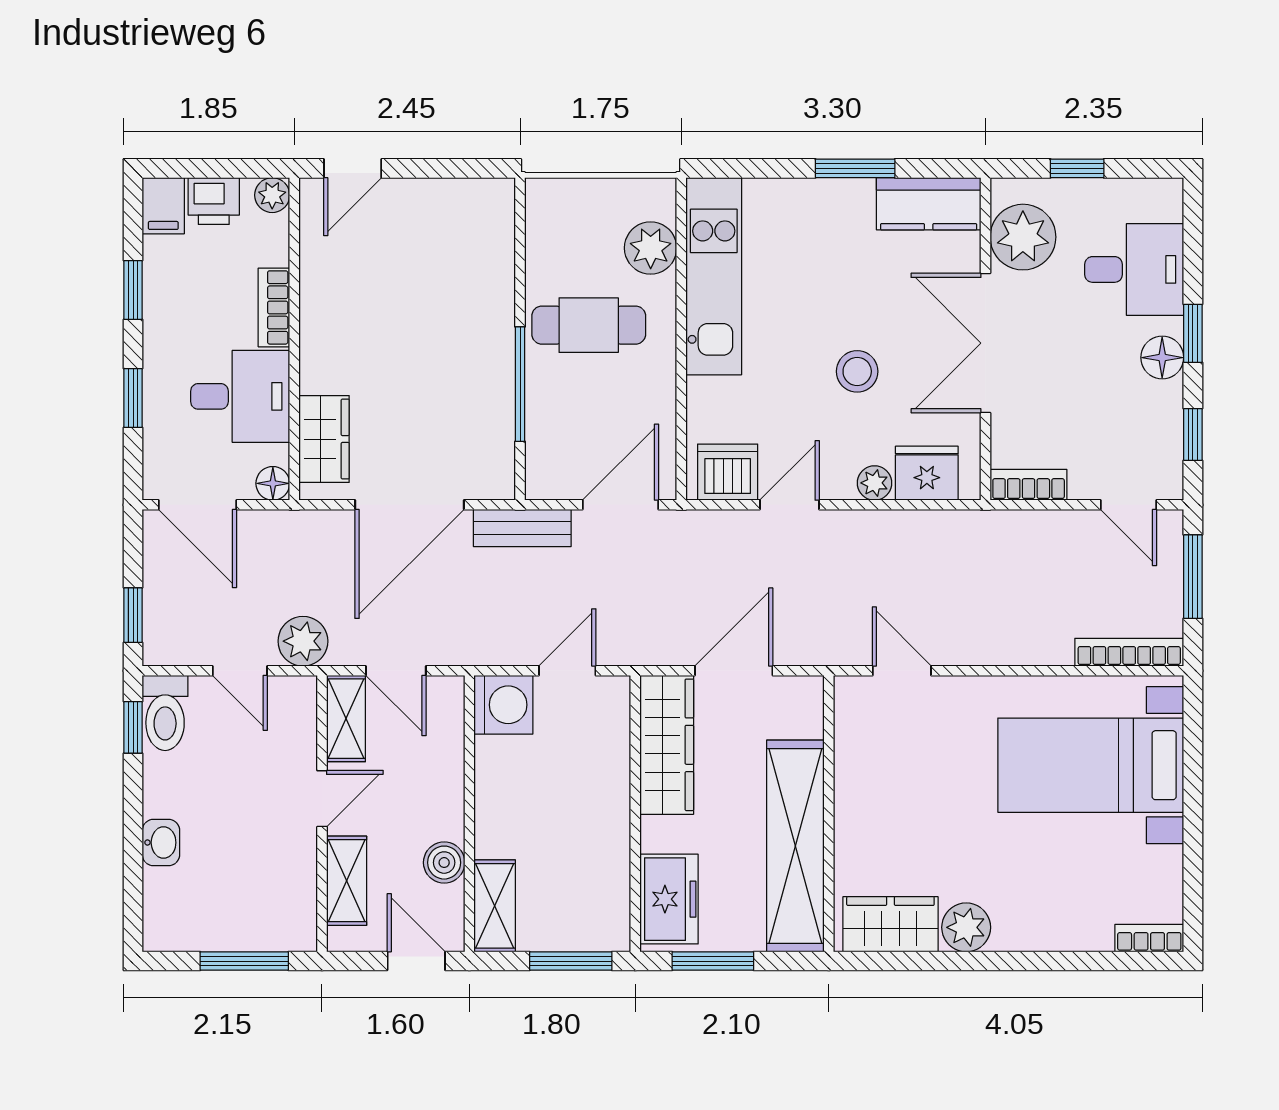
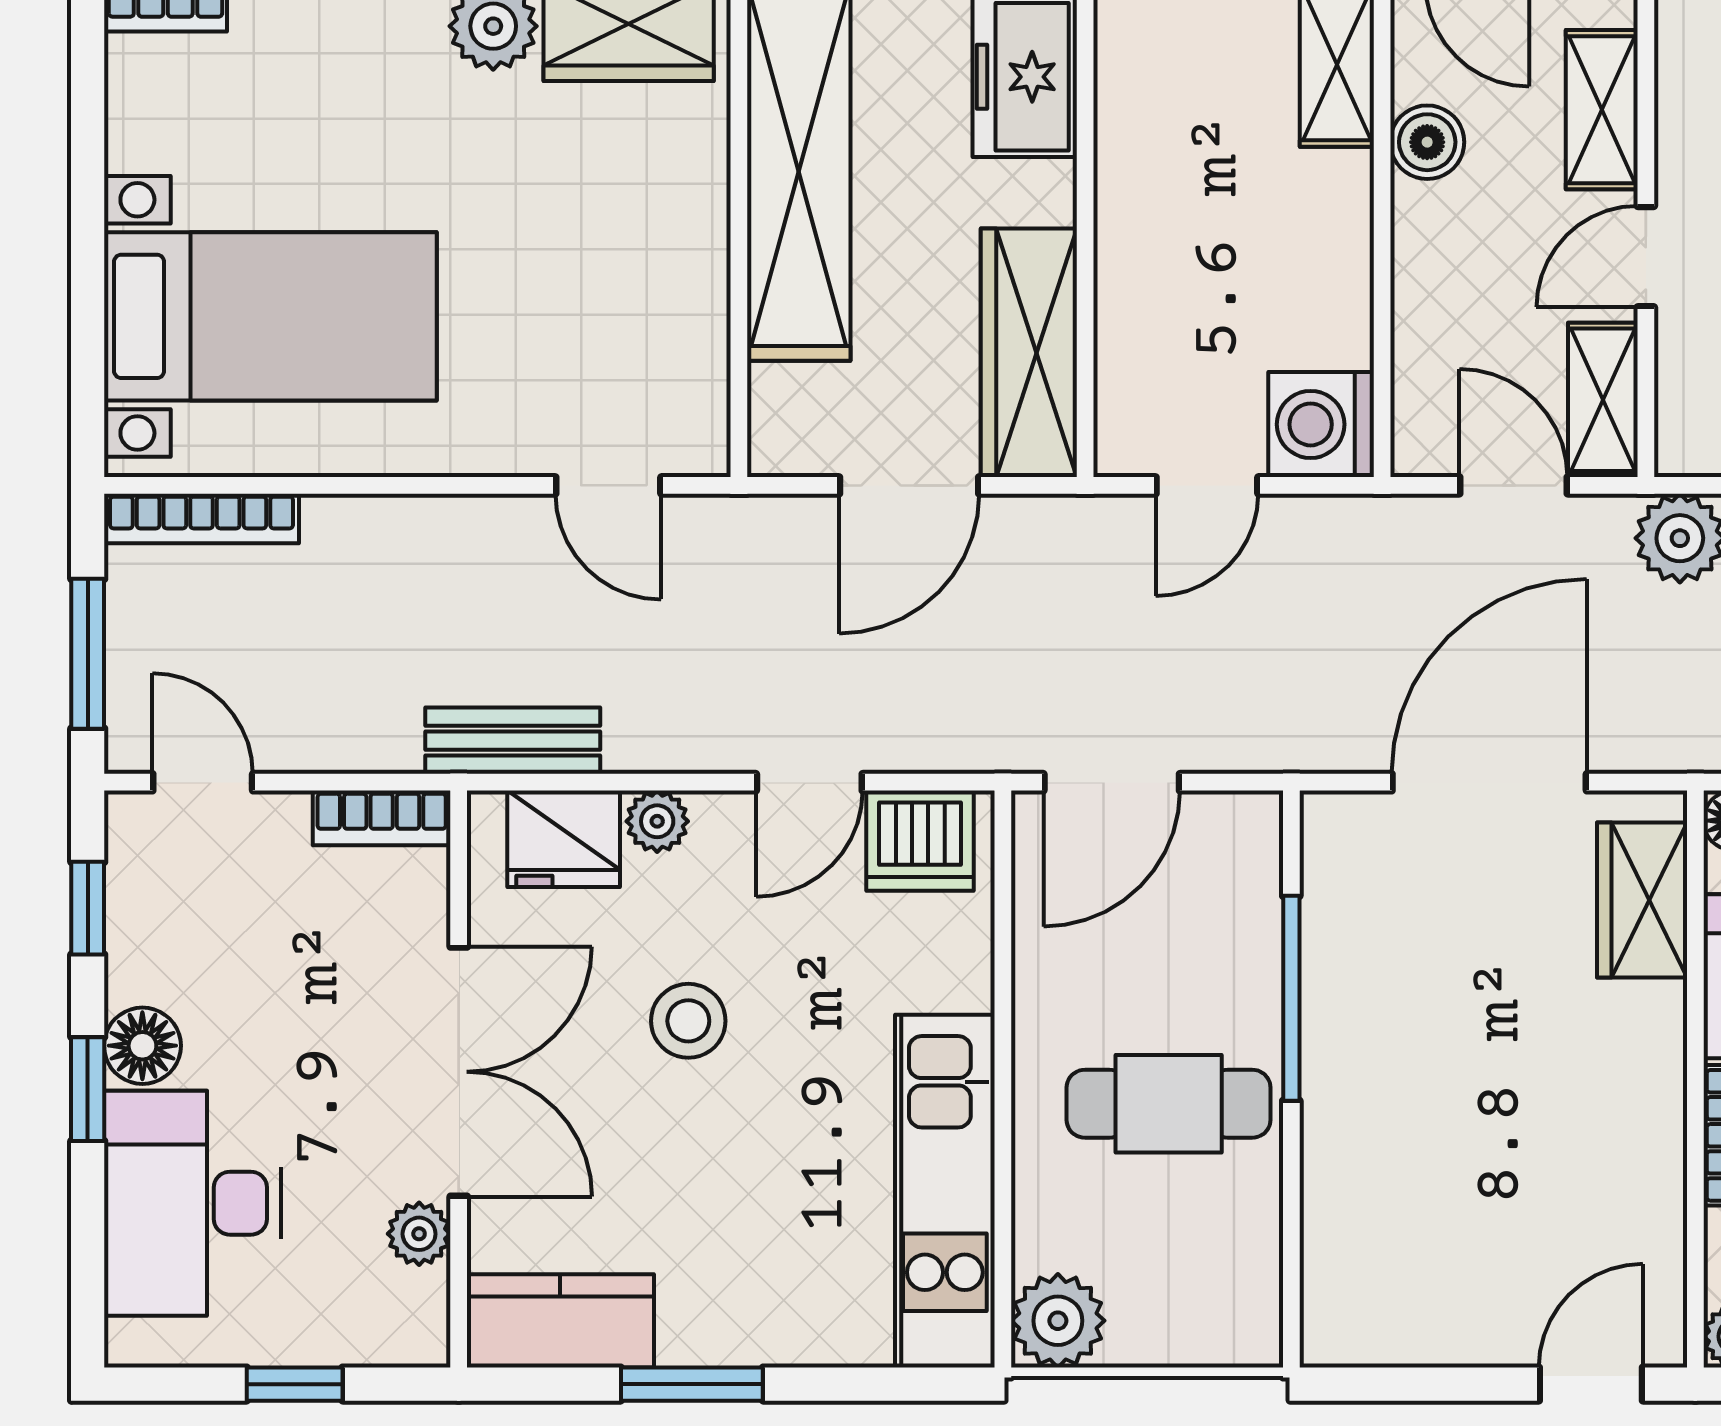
plant: (1023, 237) -> (419, 1234), width x0.53, depth x0.53
plant: (651, 248) -> (1058, 1321), moved
desk: (1134, 269) -> (193, 1203), width x1.37
bench: (522, 528) -> (513, 741), moved

